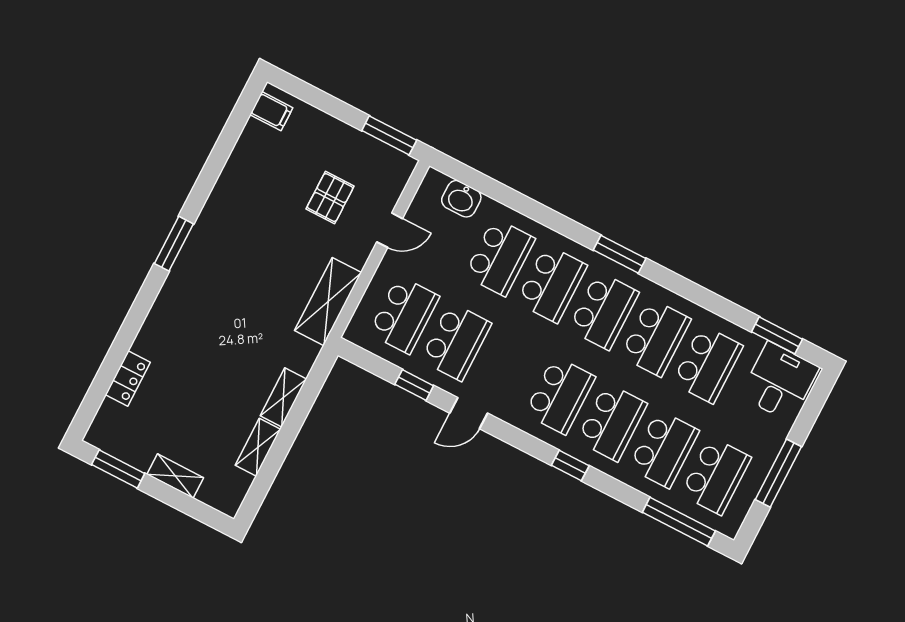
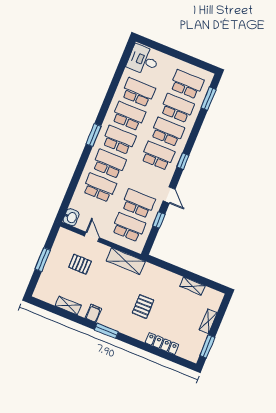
filing cabinet: (271, 111) -> (93, 313), moved
window: (389, 135) -> (43, 260), moved
washbasin: (461, 199) -> (71, 217), moved
pallet: (221, 332) -> (143, 307), added
window: (777, 335) -> (123, 63), removed
locker: (128, 378) -> (162, 344), width x1.53
shelving: (283, 397) -> (68, 306), moved
window: (570, 466) -> (183, 161), moved
window: (778, 473) -> (183, 57), removed
window: (679, 522) -> (208, 99), width x0.69

